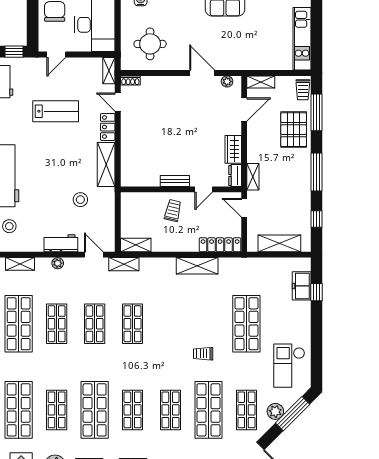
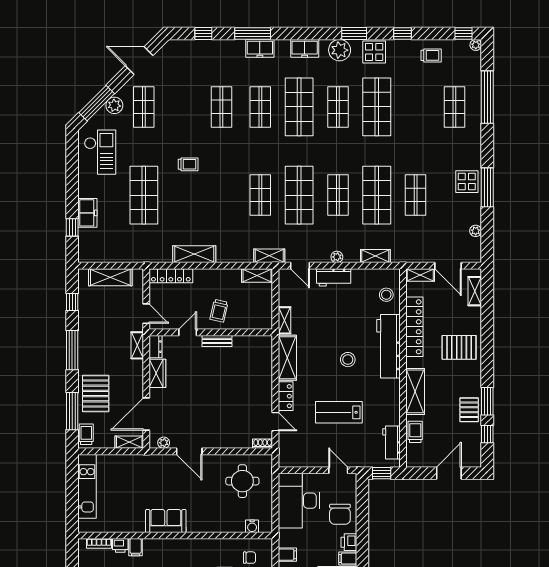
door: (56, 55) -> (338, 470), hinge flipped
shelving: (109, 71) -> (284, 320), moved
door: (244, 110) -> (146, 414), width x1.36
stool: (80, 200) -> (348, 360), moved
freezer: (302, 286) -> (87, 213), moved
shop shelf: (95, 324) -> (299, 195), width x1.43, depth x1.36
shop shelf: (209, 410) -> (183, 107), removed

